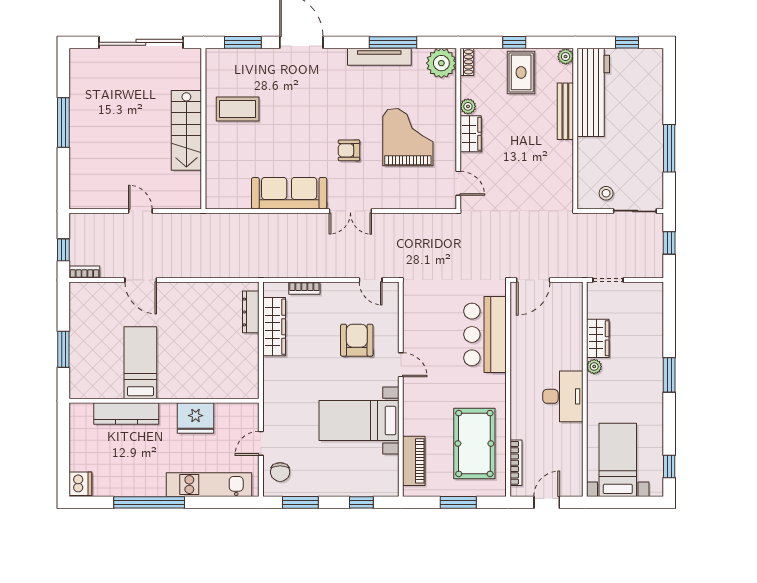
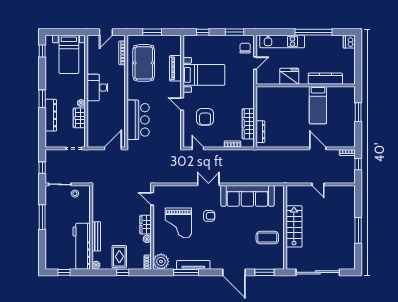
sofa: (289, 193) -> (247, 196), width x1.36, depth x1.27
dresser: (652, 343) -> (51, 115), added
piano: (414, 461) -> (175, 68), moved

